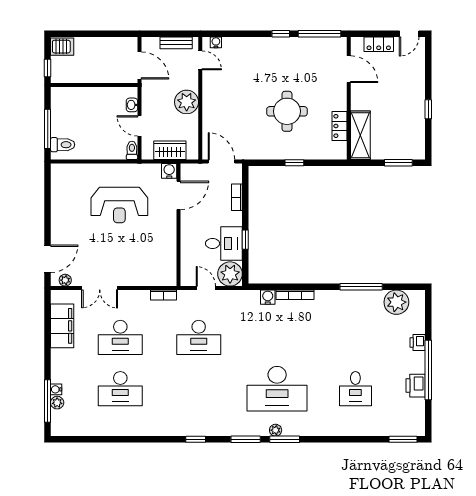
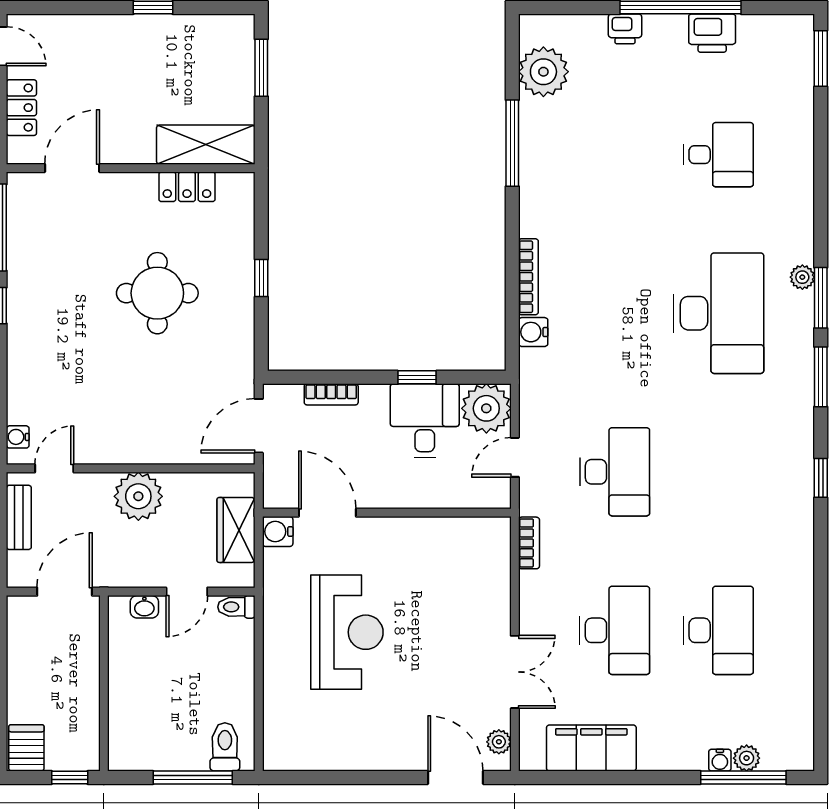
plant: (276, 430) -> (802, 277), moved

